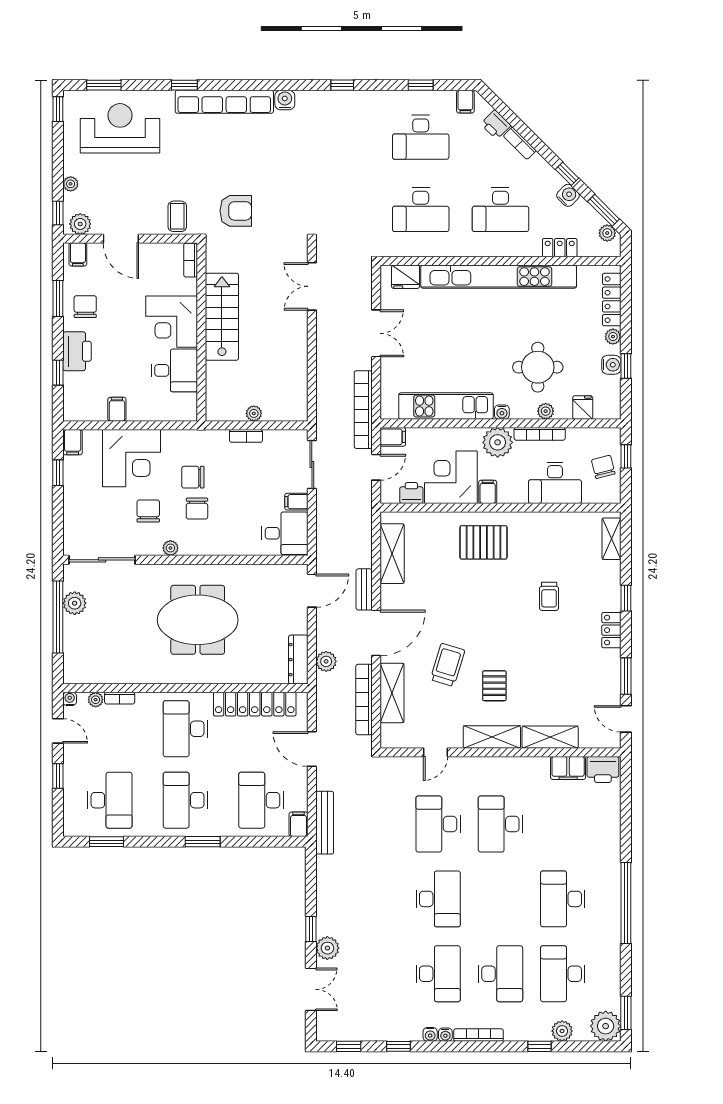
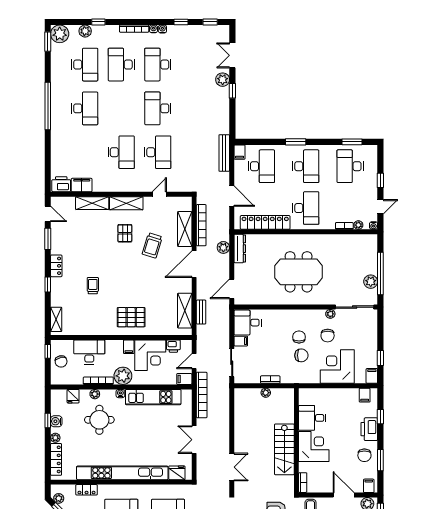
filing cabinet: (117, 409) -> (365, 395), moved
window: (626, 456) -> (48, 351), moved
plant: (170, 548) -> (330, 314), moved
bench: (364, 589) -> (201, 312), moved
door: (58, 731) -> (380, 207), swing flipped

